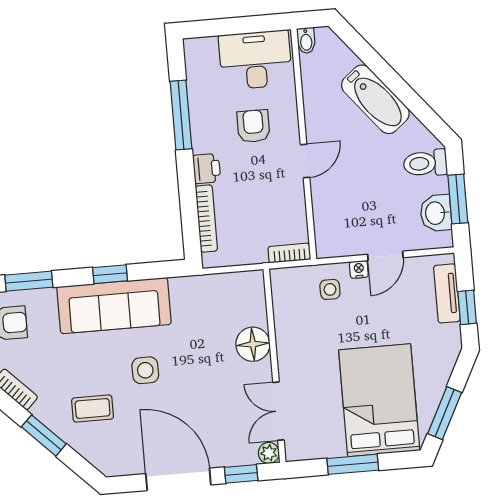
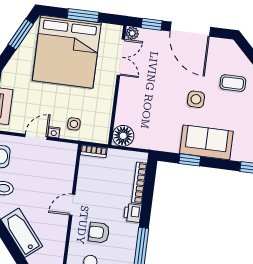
armchair: (253, 126) -> (99, 233), turned 90
window: (110, 274) -> (190, 160), moved
sofa: (114, 306) -> (206, 142), width x0.73
floor lamp: (253, 344) -> (123, 136), moved
bed: (379, 400) -> (67, 52), width x1.36

